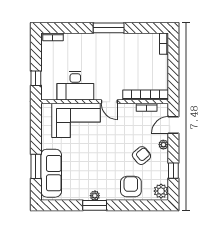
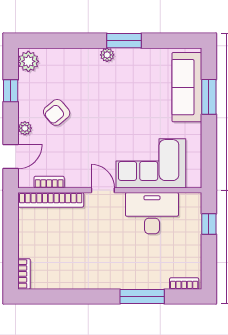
window: (109, 28) -> (142, 297), moved
armchair: (131, 187) -> (72, 68), removed
plant: (95, 196) -> (107, 55), moved

